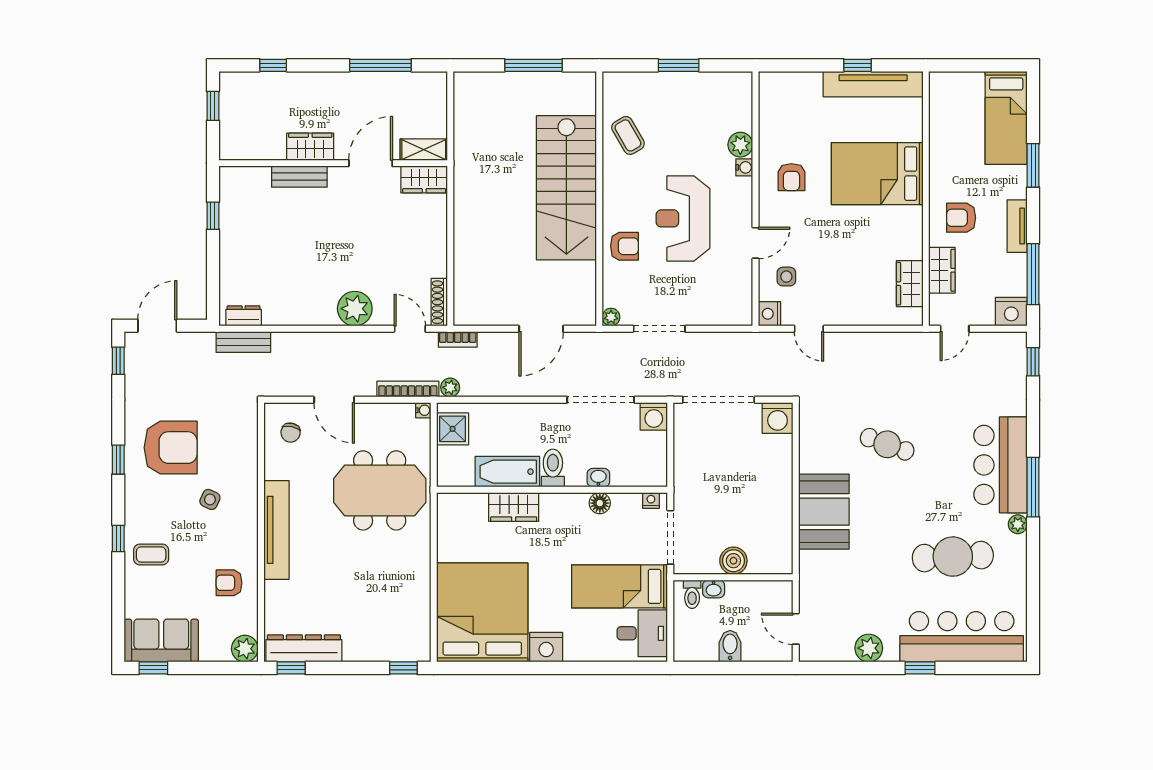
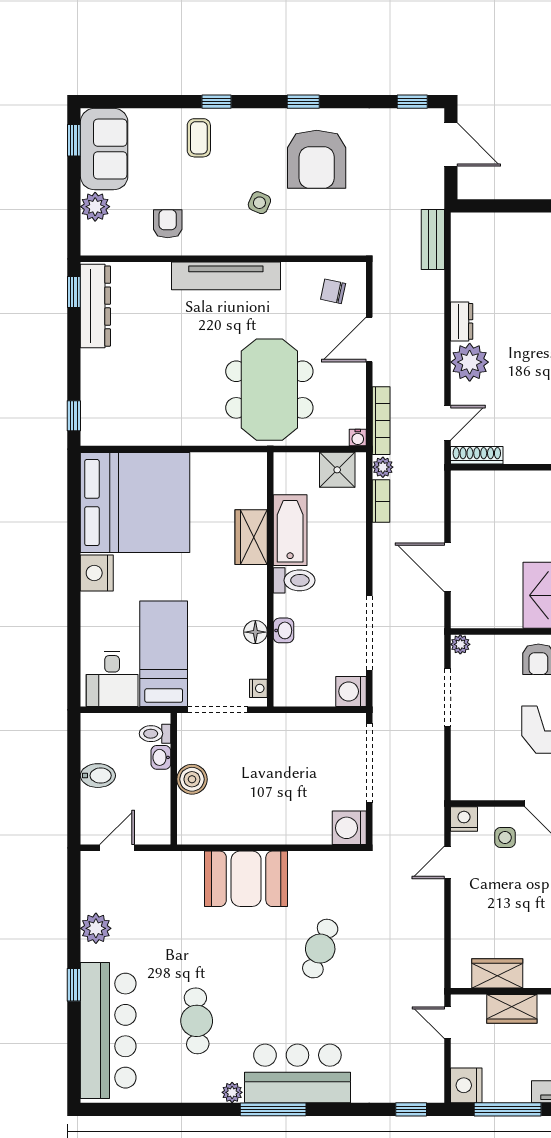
dresser: (244, 316) -> (462, 321), moved
bookcase: (458, 339) -> (381, 501), moved, turned 180
cafe table: (953, 557) -> (197, 1021), width x0.73, depth x0.74
plant: (245, 649) -> (95, 207), moved

